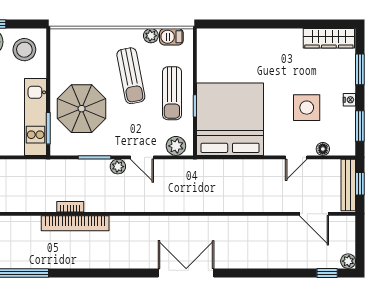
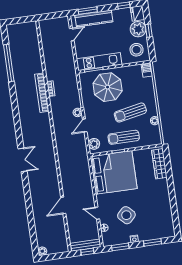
barbecue: (171, 37) -> (147, 70), moved
wardrobe: (329, 38) -> (159, 164), moved
side table: (307, 108) -> (126, 215), turned 45
door: (314, 214) -> (63, 205), moved
double door: (186, 273) -> (22, 160), width x0.73
window: (327, 273) -> (34, 240), removed

